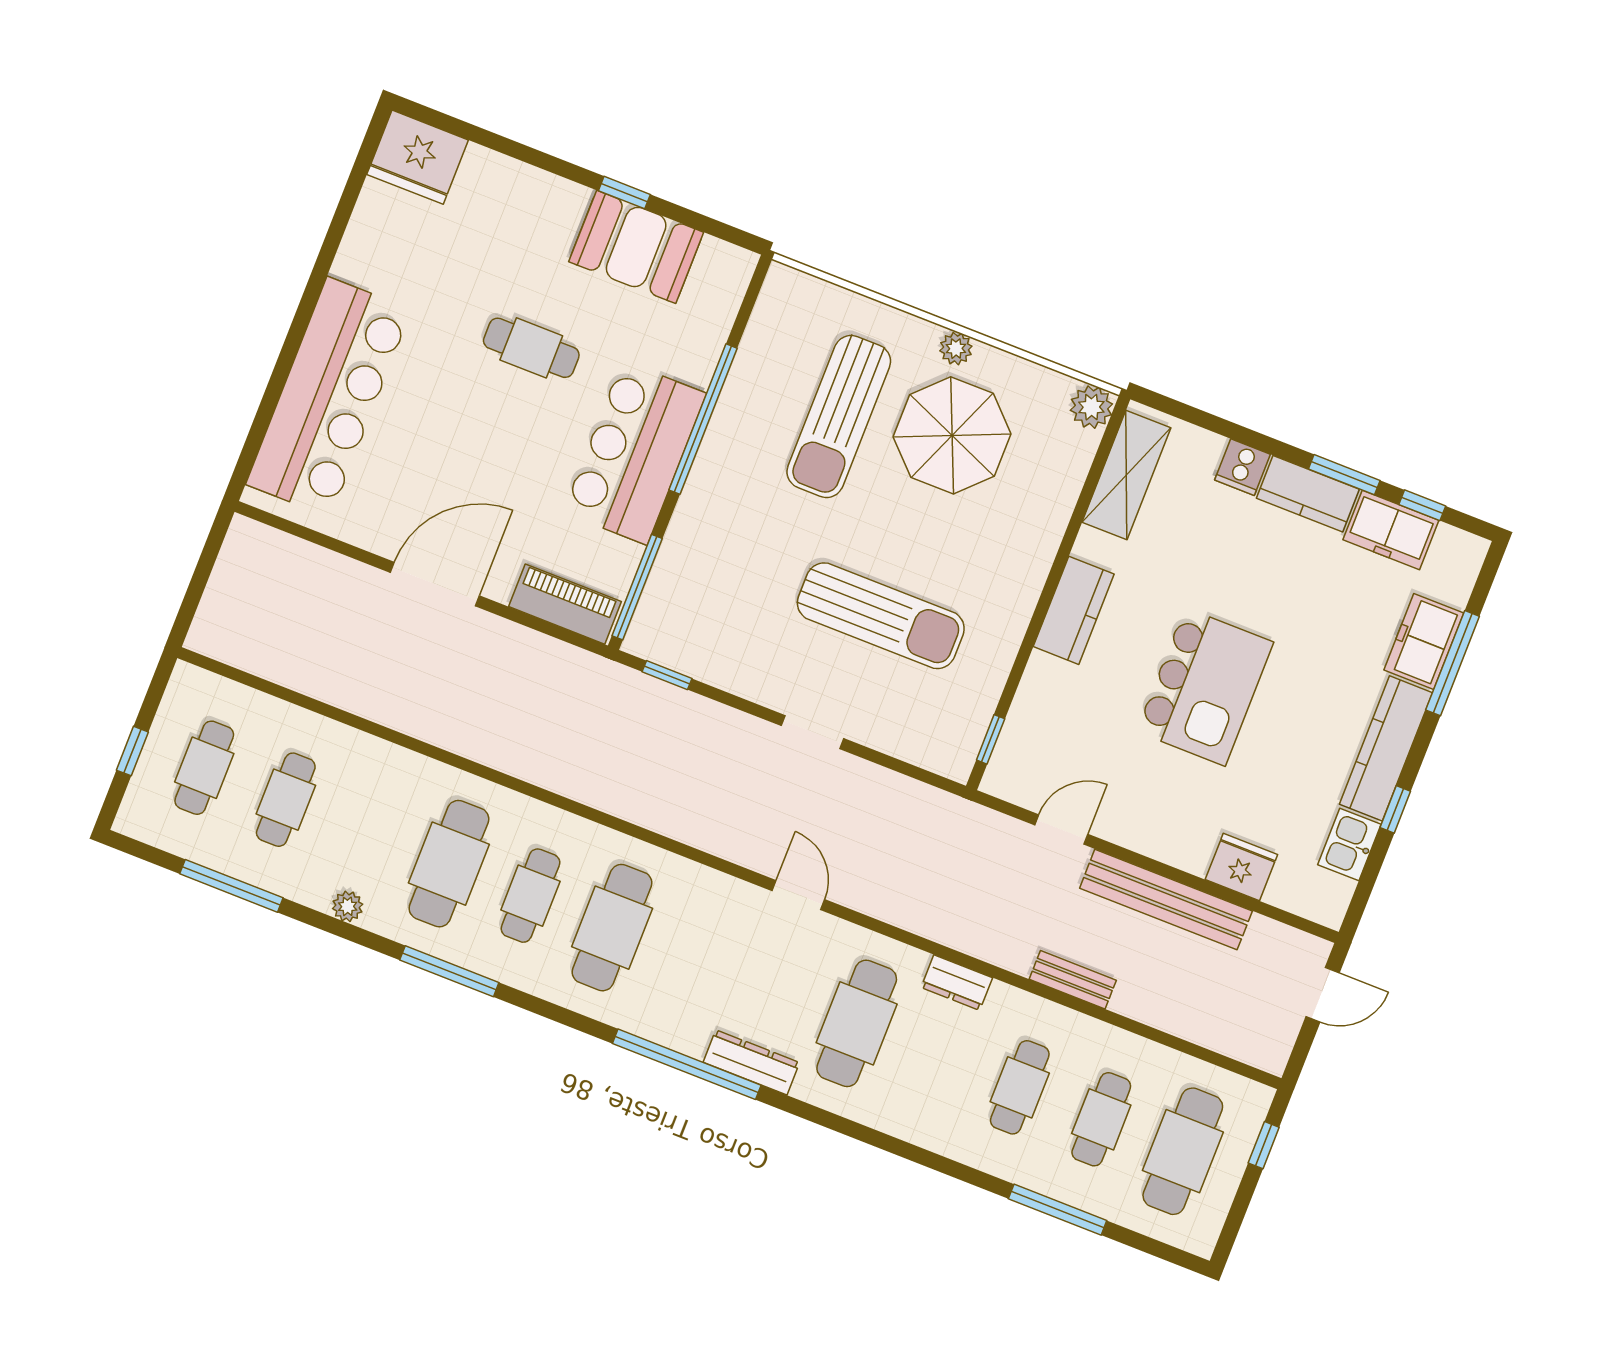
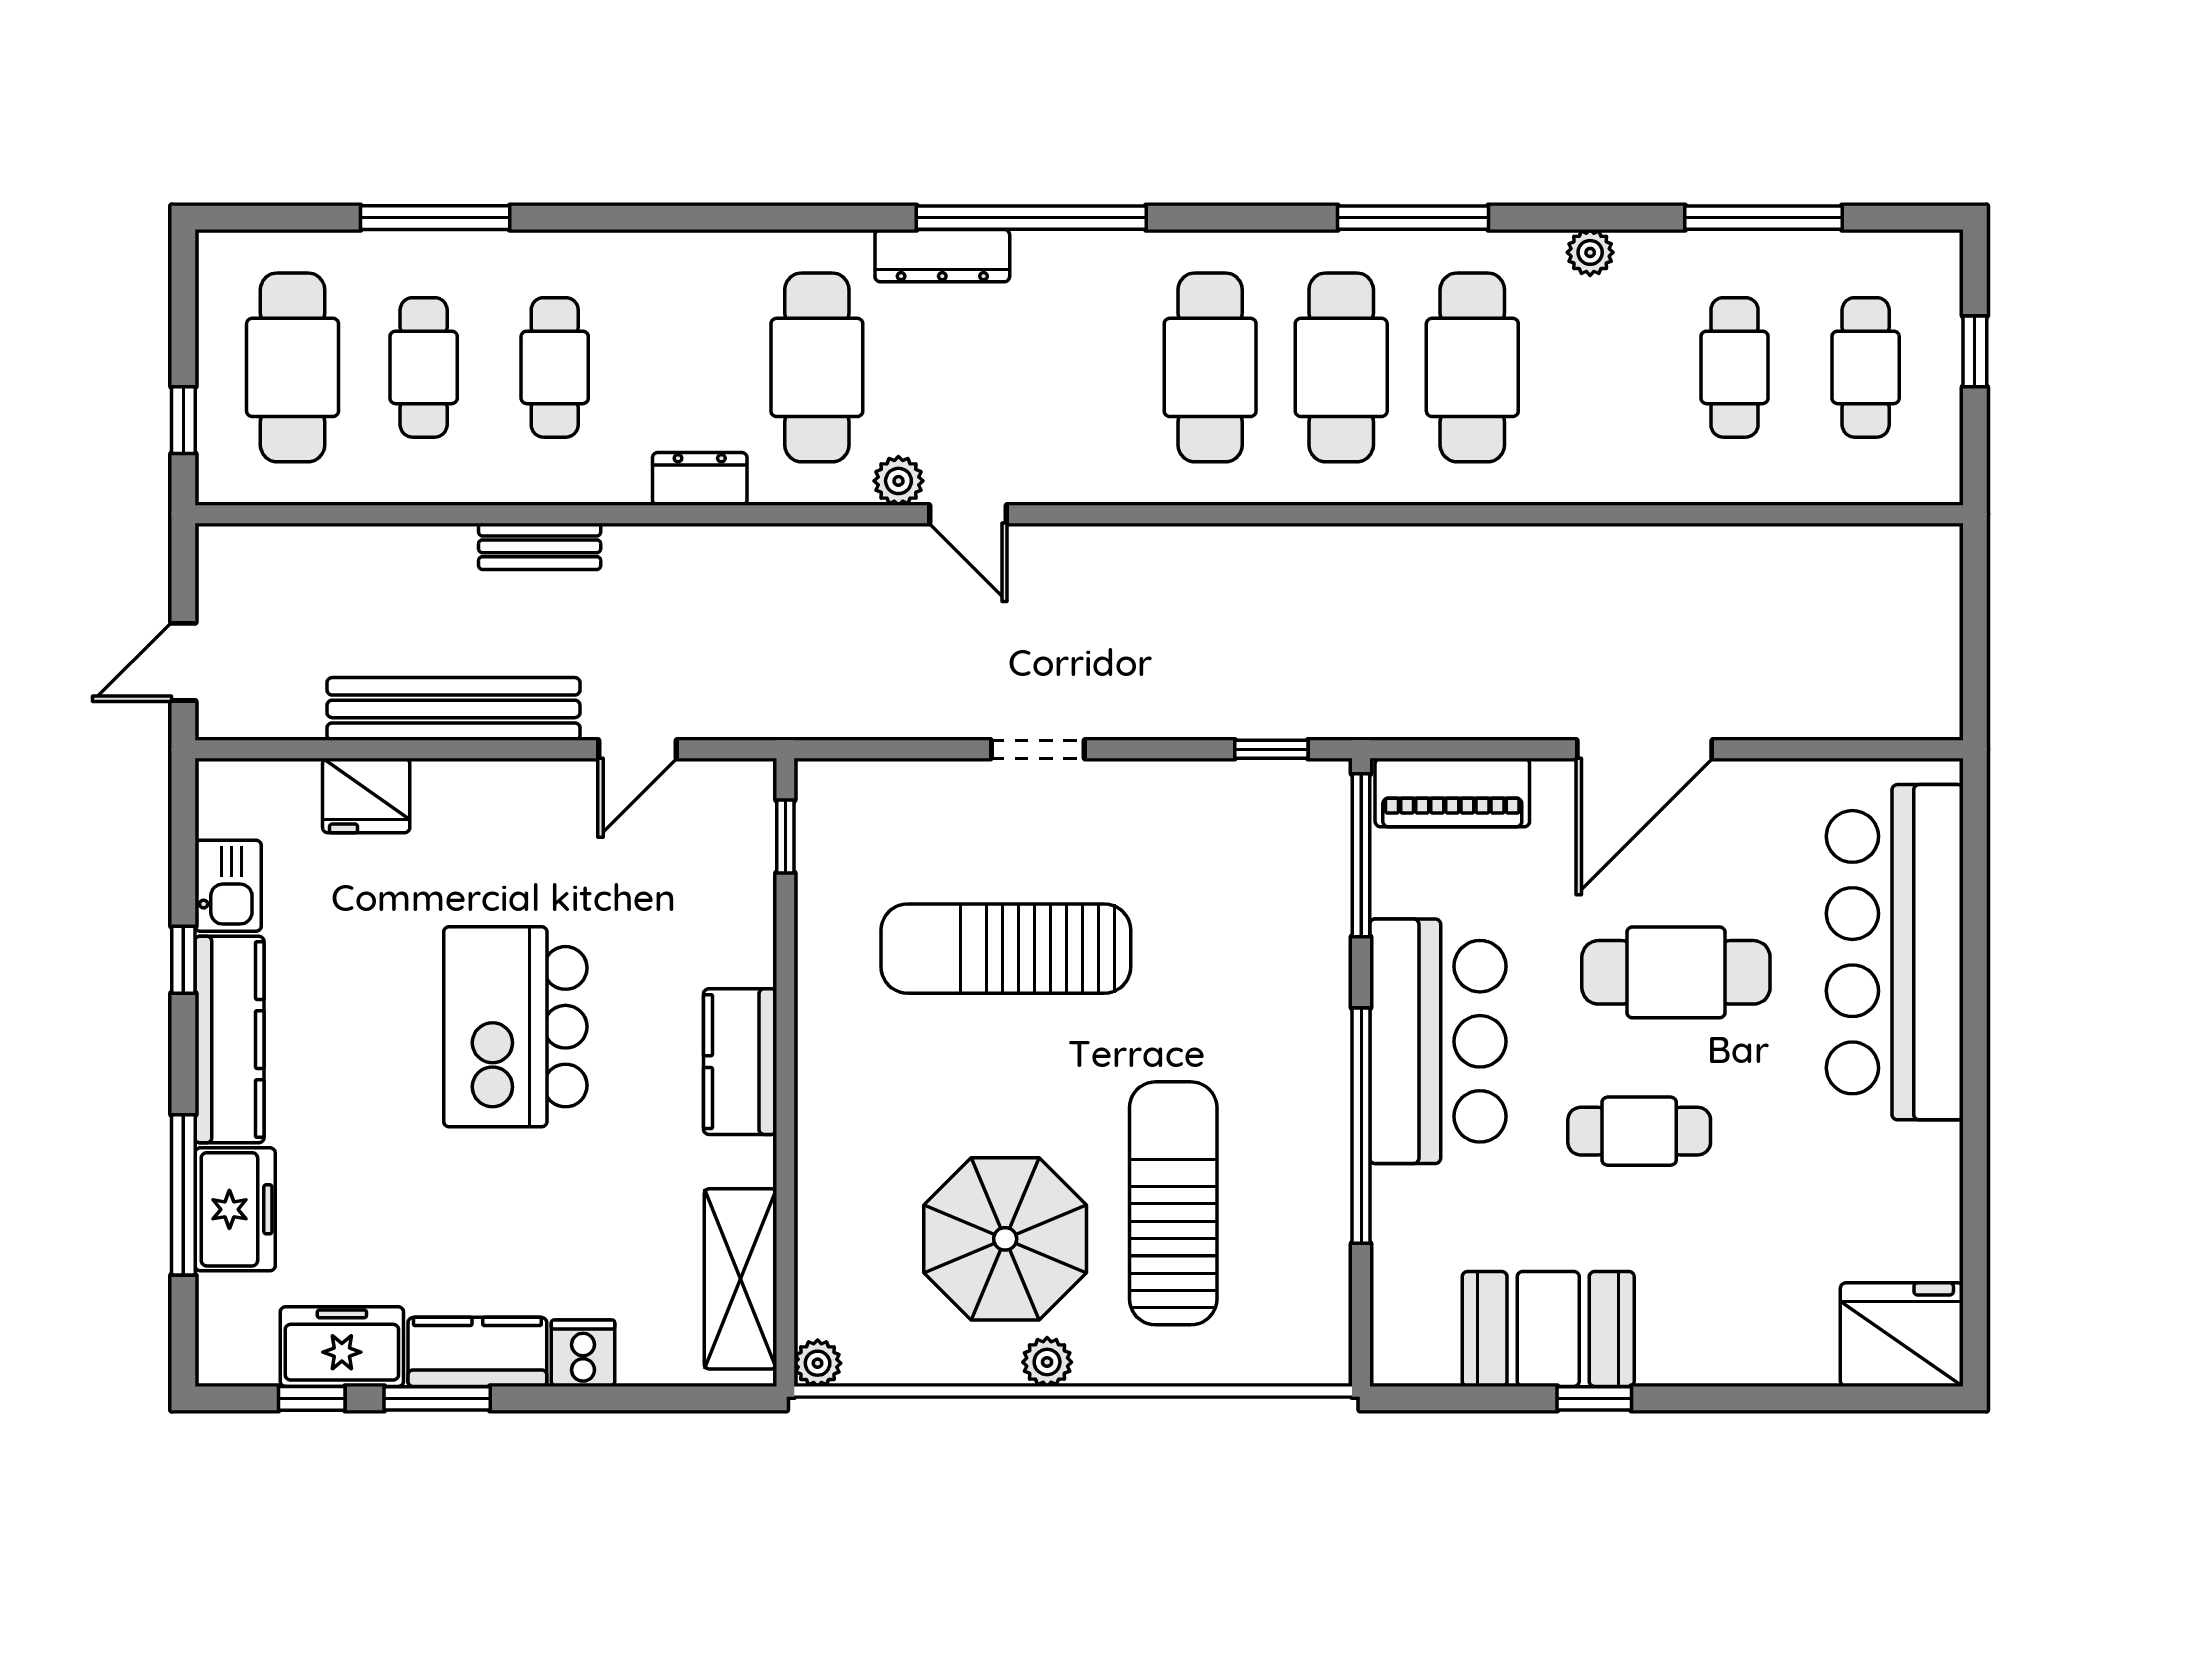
plant: (1091, 407) -> (818, 1363), width x0.73, depth x0.73
cafe table: (470, 438) -> (1676, 972), added
cafe table: (530, 896) -> (1341, 367), width x1.37, depth x1.35
plant: (834, 933) -> (898, 481), added

